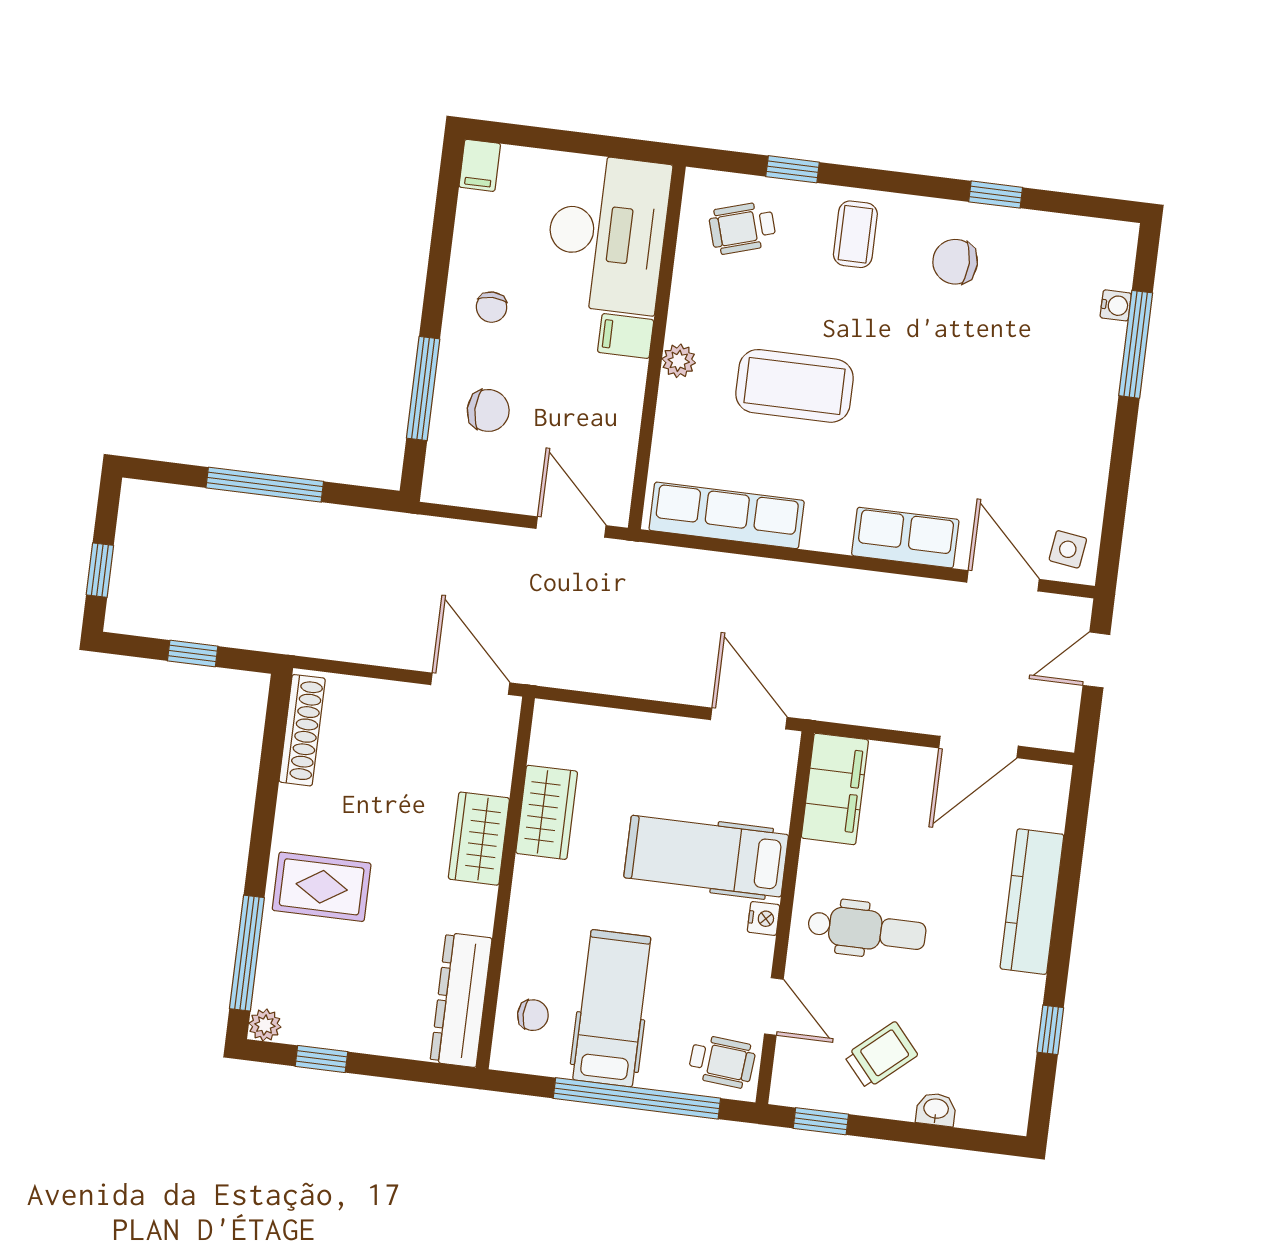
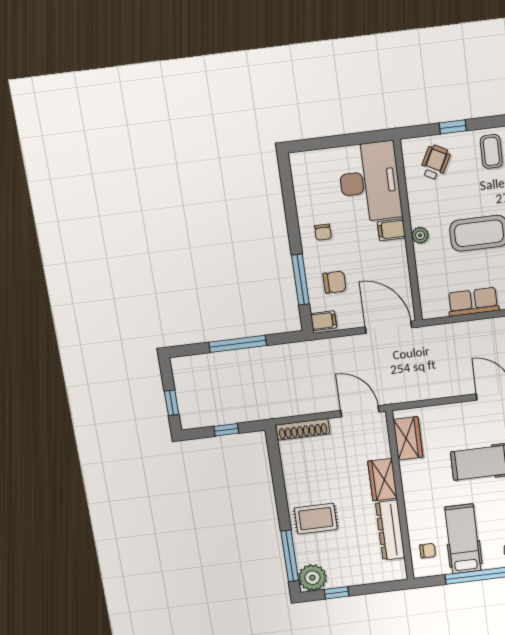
filing cabinet: (480, 165) -> (324, 321), moved, turned -90
wheelchair: (742, 228) -> (435, 162), turned 135
row of seats: (727, 515) -> (473, 302), width x0.68
door: (571, 527) -> (388, 327), width x1.36
shoe rack: (302, 730) -> (303, 429), moved, turned 90
wardrobe: (547, 812) -> (408, 438), moved
dresser: (461, 1000) -> (390, 530), moved
plant: (265, 1025) -> (312, 578), width x1.87, depth x1.87

